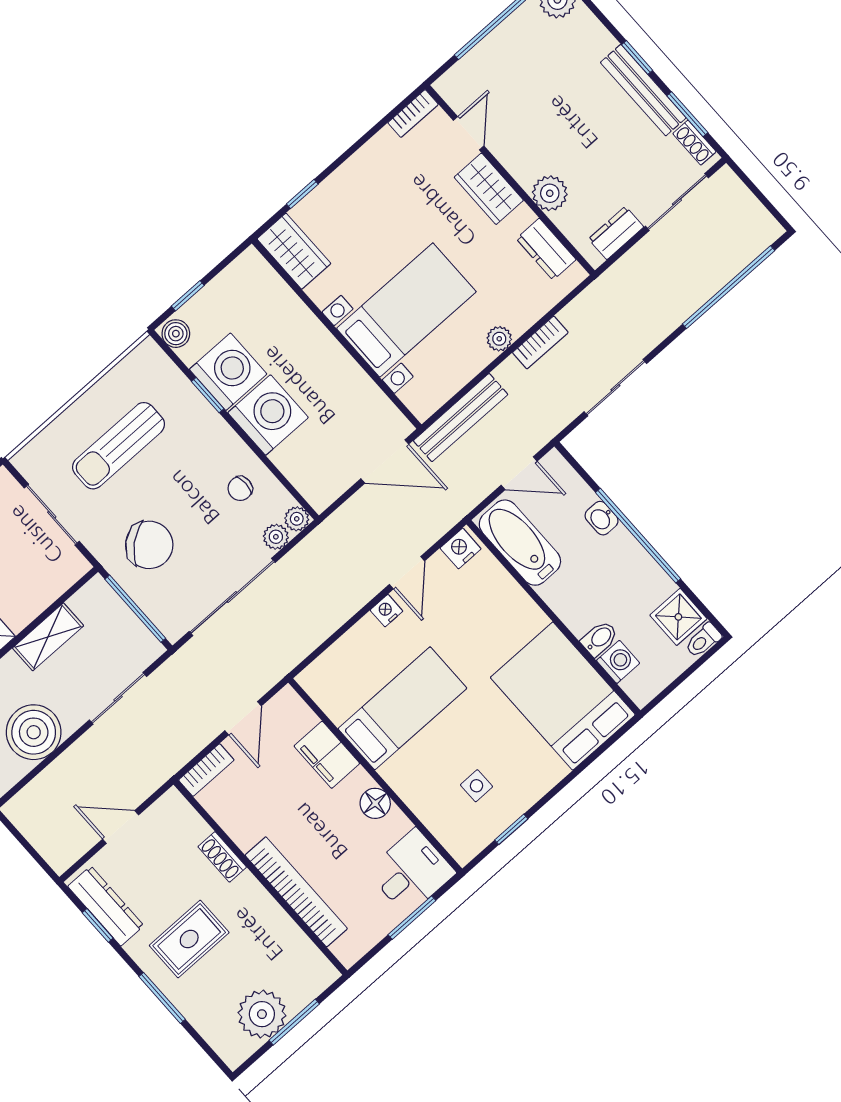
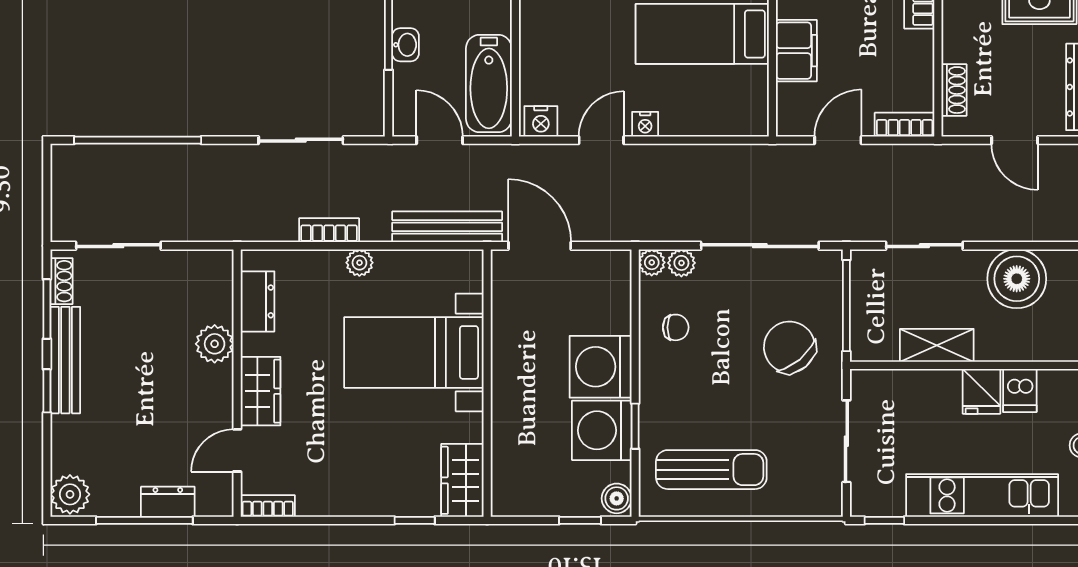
dresser: (616, 233) -> (168, 502), moved, turned 180
sun lounger: (119, 446) -> (711, 470), moved
shoe rack: (222, 857) -> (954, 90), moved

